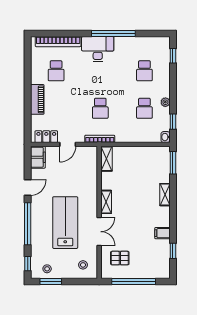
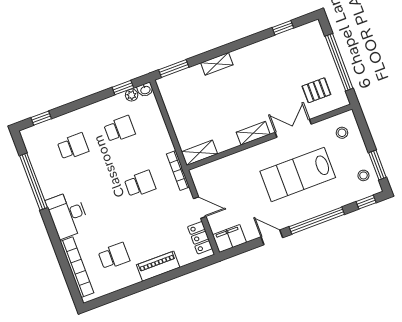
window: (113, 33) -> (33, 182), moved
plant: (165, 102) -> (132, 95), moved
filing cabinet: (162, 233) -> (266, 49), removed
pallet: (120, 258) -> (316, 90), turned 90

